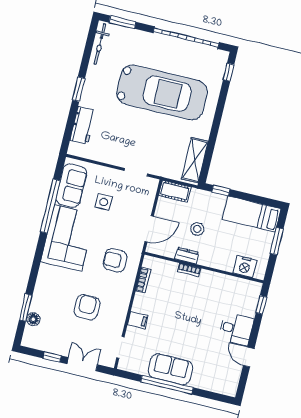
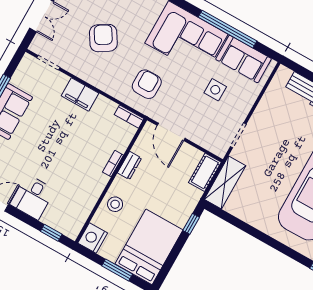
shelving: (195, 160) -> (225, 182), moved, turned 90
bed: (251, 214) -> (149, 247), width x1.50
stool: (197, 229) -> (115, 204), moved
nightstand: (245, 266) -> (93, 238), moved
bookcase: (143, 280) -> (129, 117), moved
armchair: (87, 307) -> (103, 38), turned -122
filing cabinet: (138, 320) -> (80, 94), width x2.00

